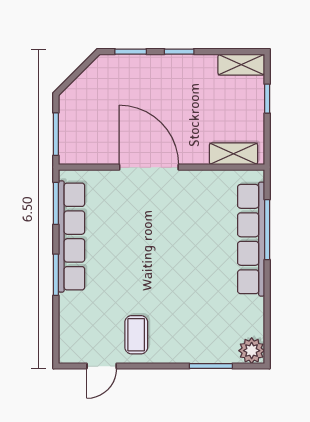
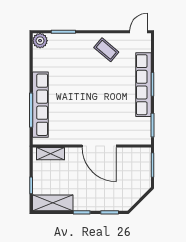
shelving: (241, 65) -> (53, 203), width x1.50, depth x1.33
row of seats: (72, 236) -> (143, 85), moved
coffee table: (136, 335) -> (106, 50), turned -50
door: (102, 366) -> (139, 32), moved

